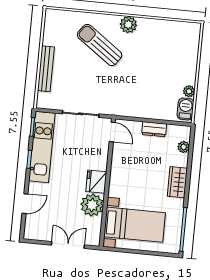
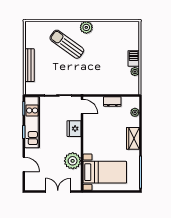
barbecue: (185, 109) -> (134, 58), moved
fridge: (96, 182) -> (74, 129), moved
door: (25, 204) -> (24, 164), hinge flipped

